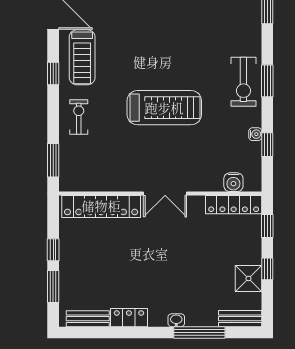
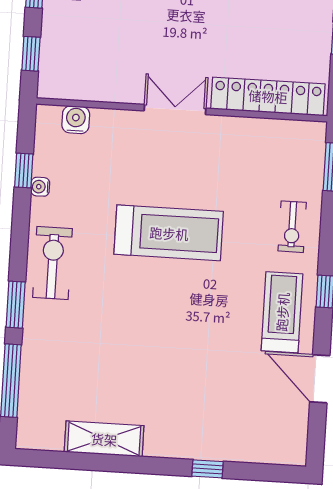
window: (267, 81) -> (16, 305), moved
treadmill: (164, 108) -> (169, 233), turned 180
locker: (234, 205) -> (77, 87), removed

